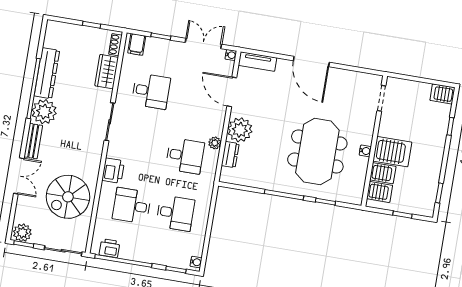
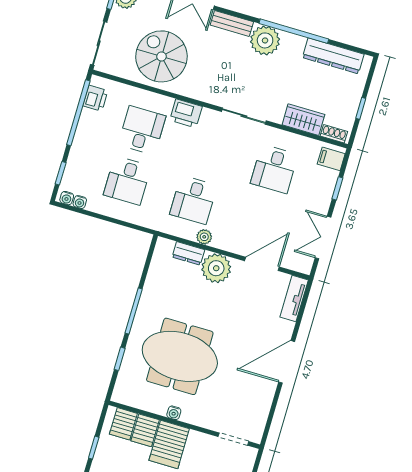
double door: (203, 43) -> (323, 237), swing flipped
water cooler: (231, 55) -> (80, 202), moved
dresser: (47, 73) -> (333, 56), moved

